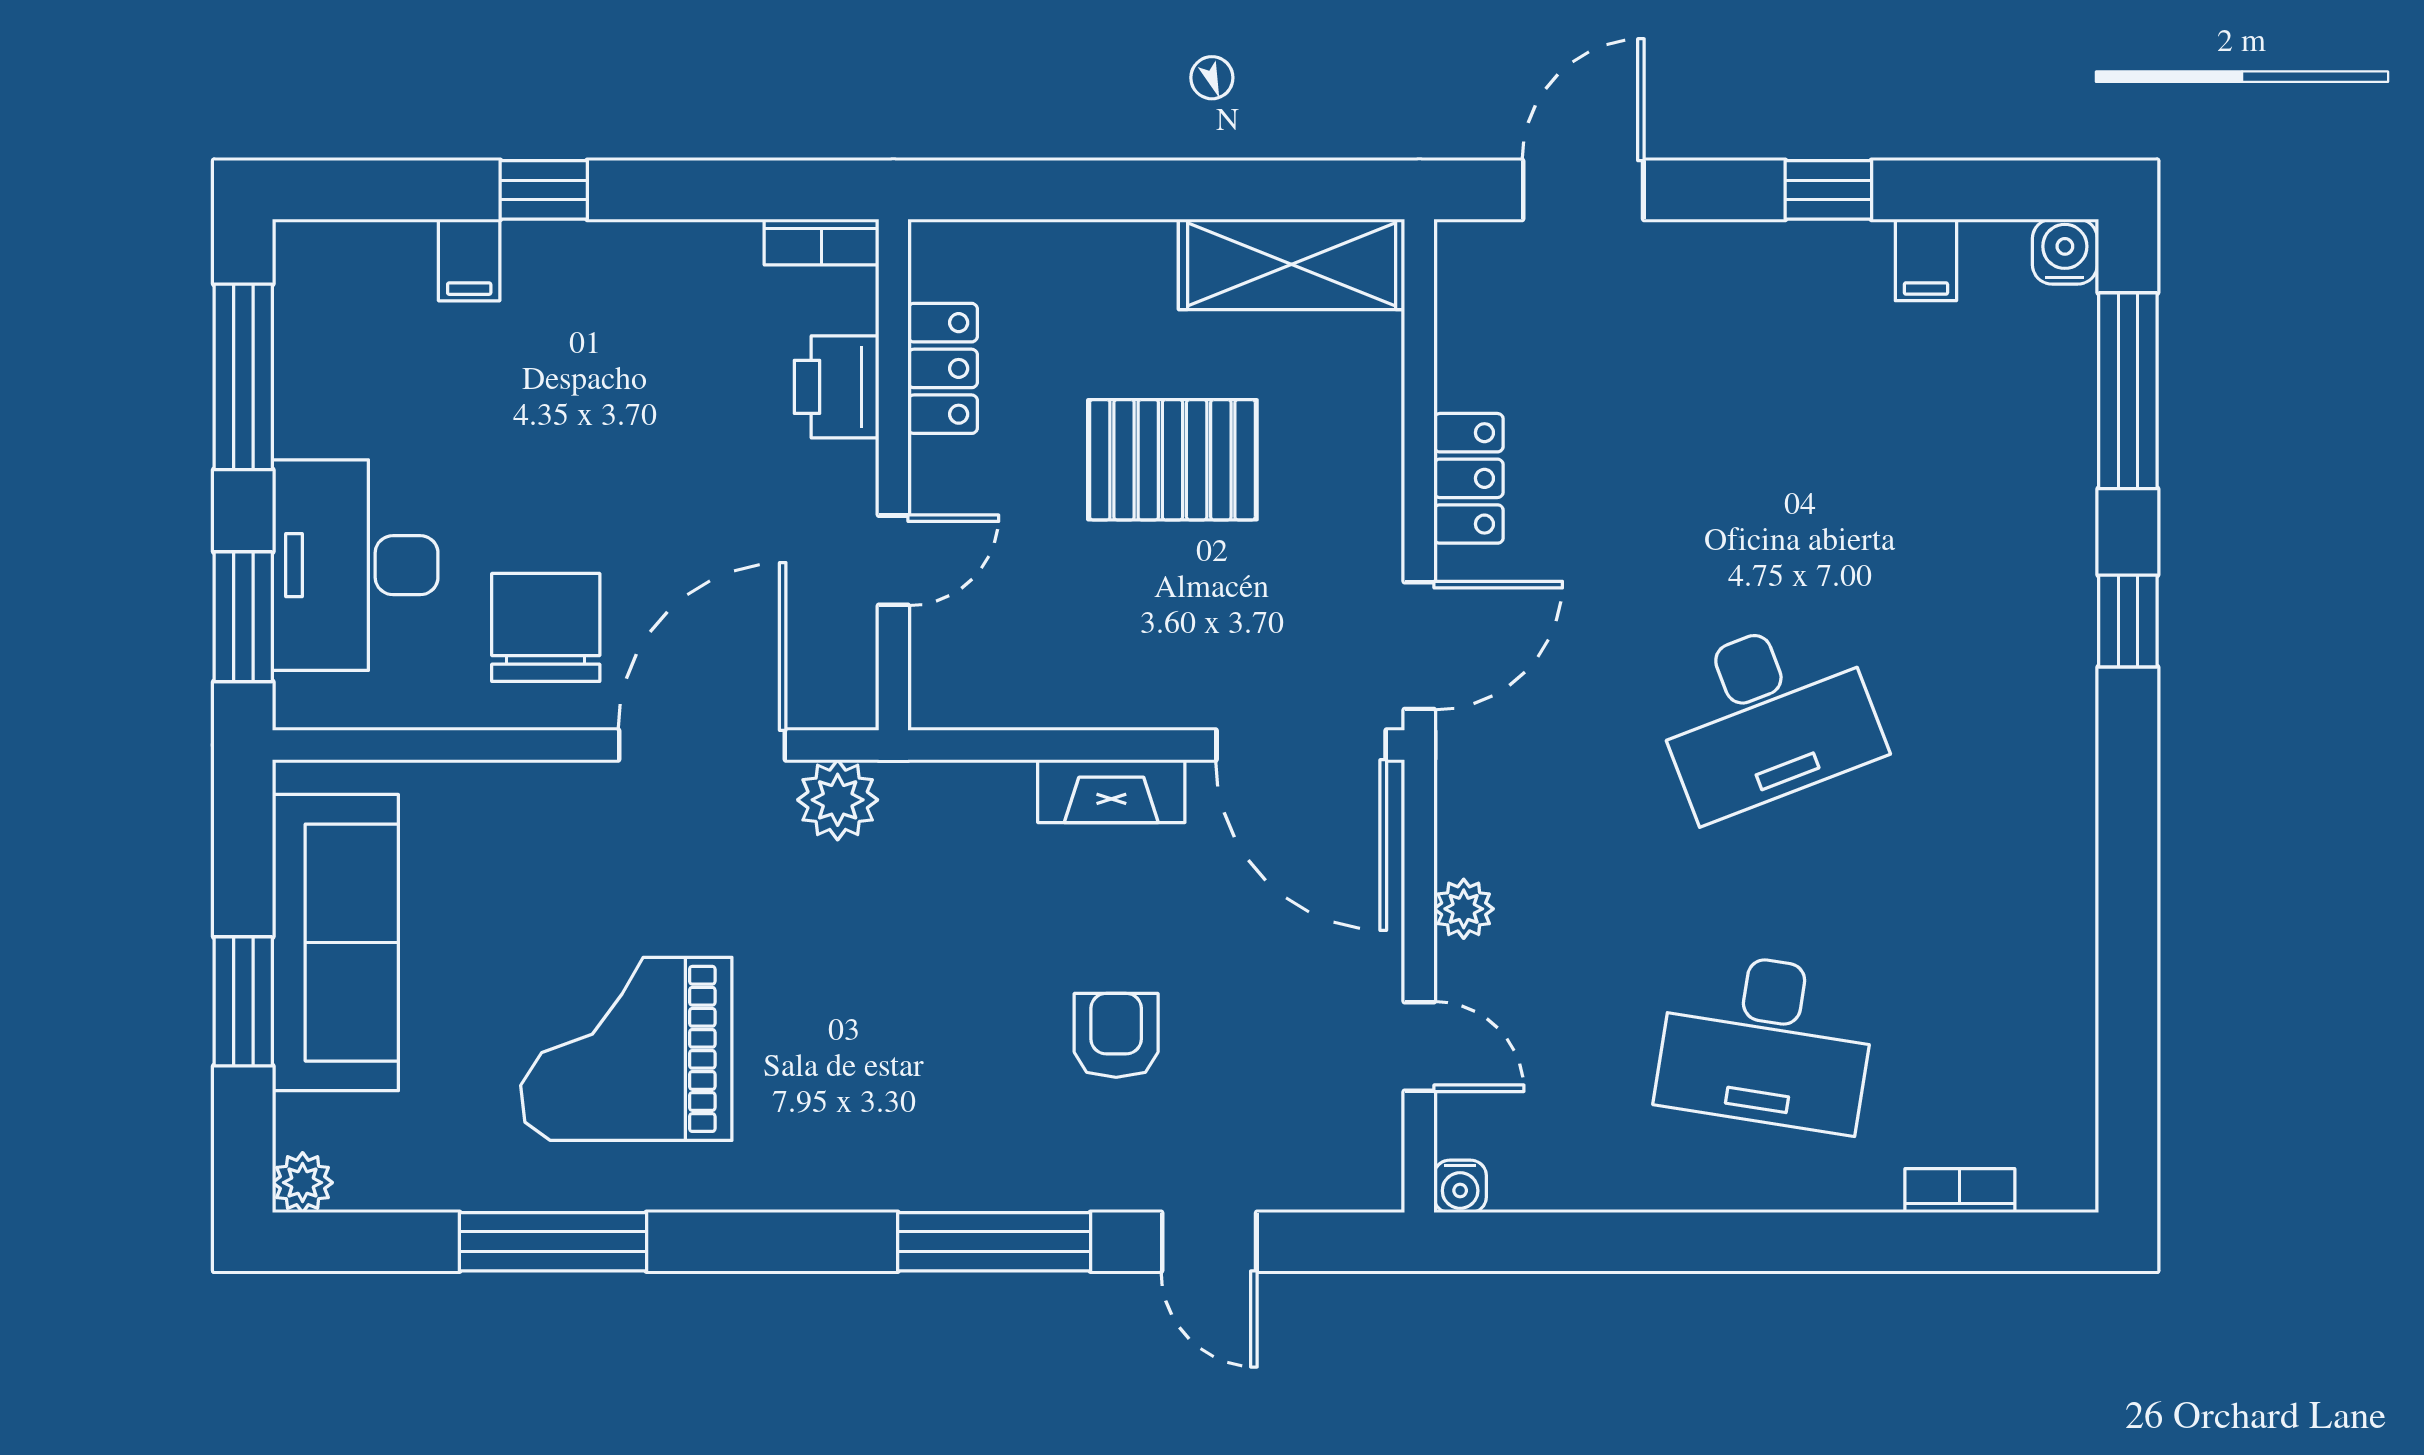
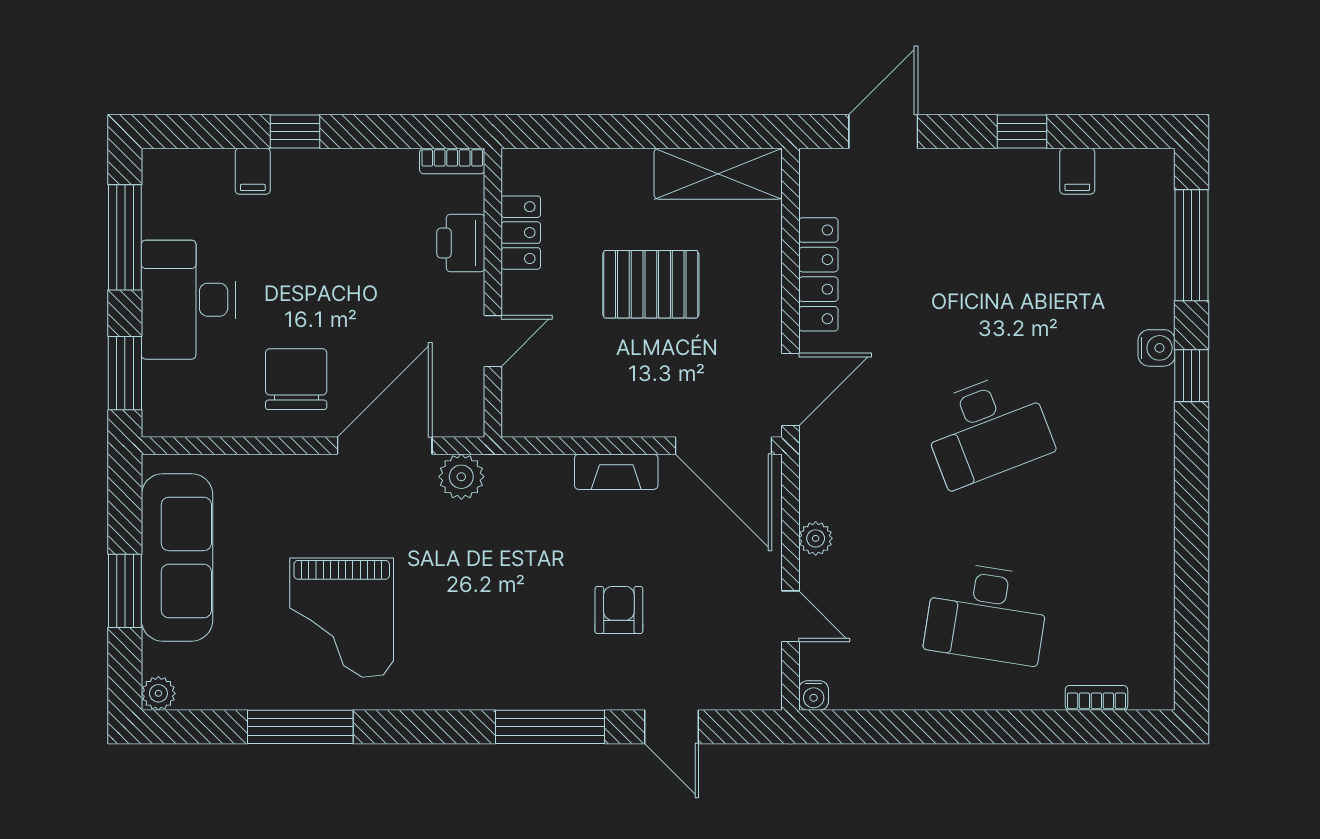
water cooler: (2065, 252) -> (1157, 348), moved, turned 90
locker: (1469, 478) -> (818, 274), width x1.53
desk: (355, 565) -> (188, 300), moved
grand piano: (626, 1049) -> (342, 618), turned -90

